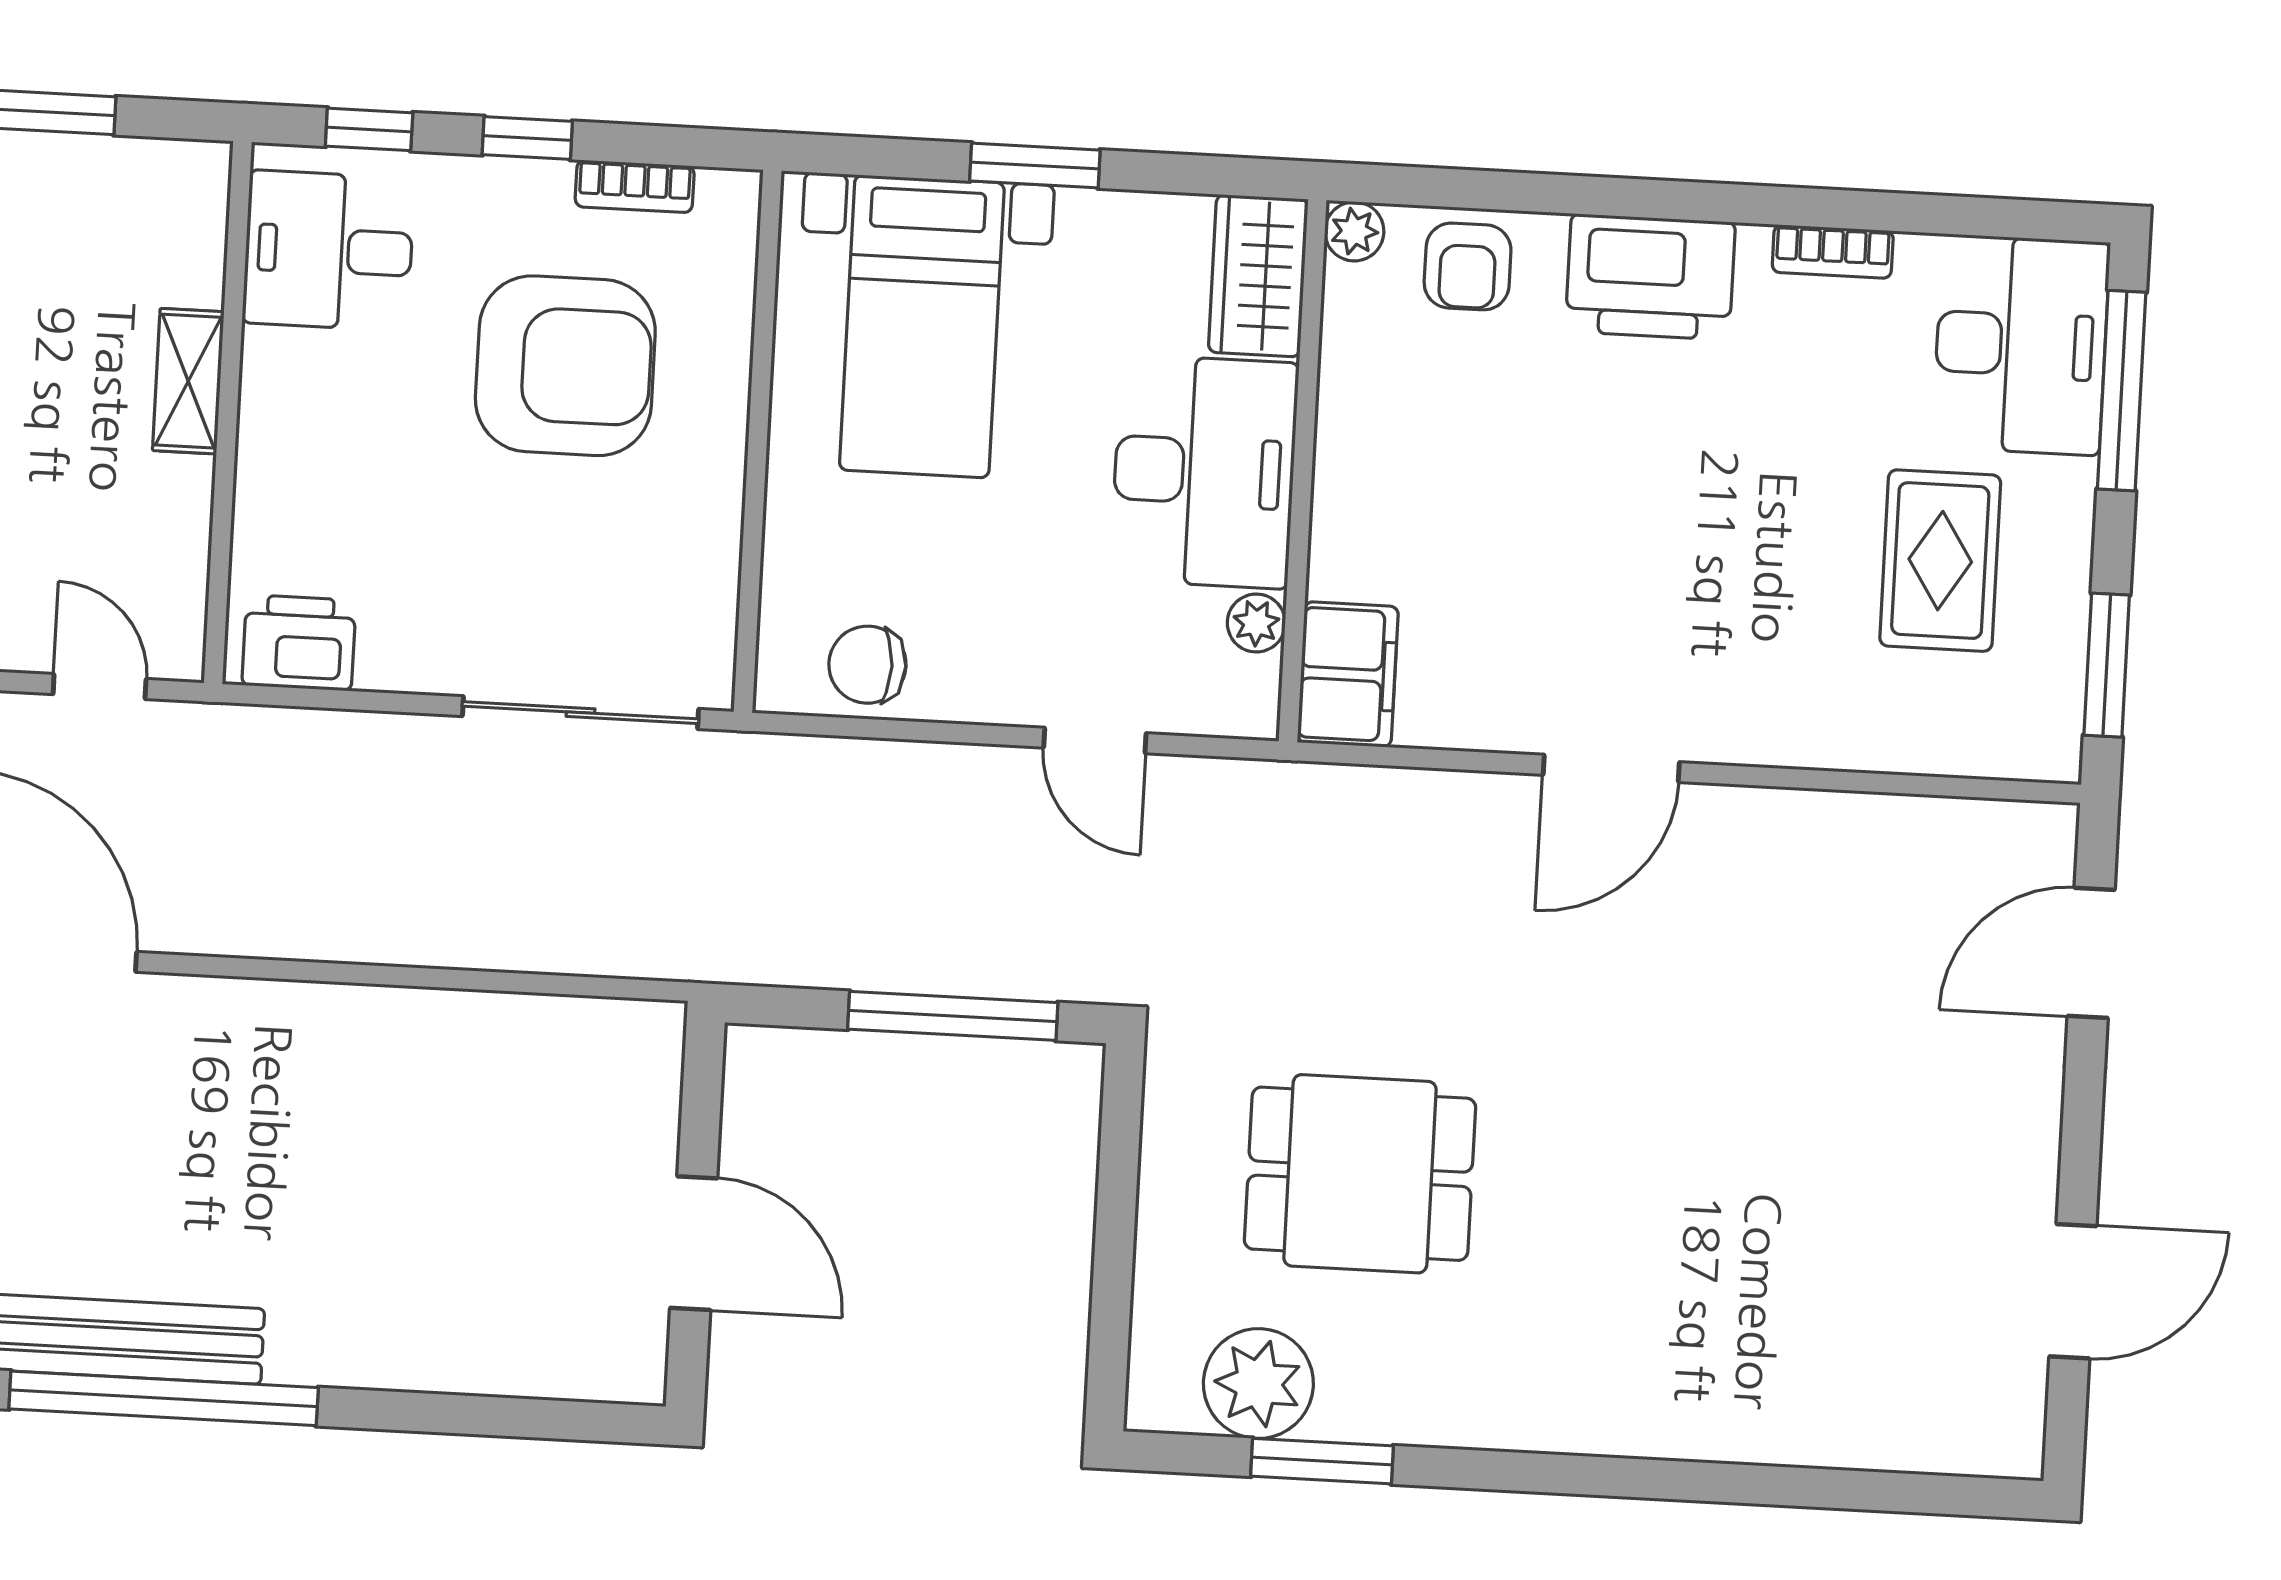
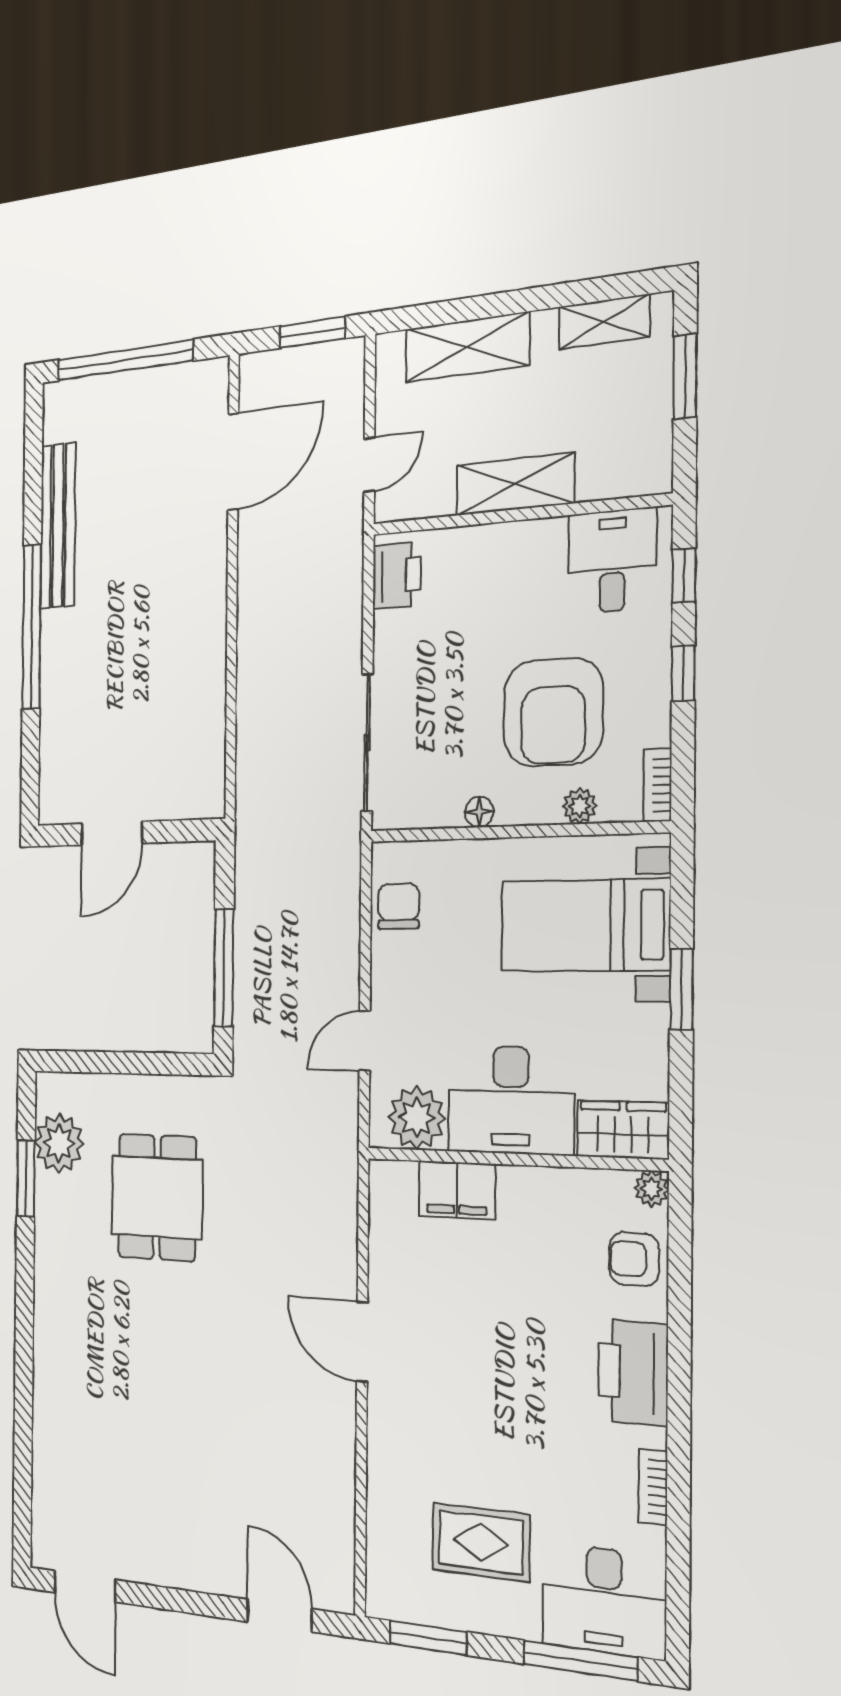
bookcase: (635, 186) -> (658, 785), moved
plant: (725, 326) -> (580, 806), added
shelving: (188, 381) -> (515, 484), width x1.50, depth x1.33
floor lamp: (719, 507) -> (479, 812), added
plant: (1256, 623) -> (417, 1118), width x1.87, depth x1.87
filing cabinet: (1348, 674) -> (457, 1190), moved
door: (2073, 1291) -> (85, 1586), moved
window: (164, 1398) -> (32, 627), moved

